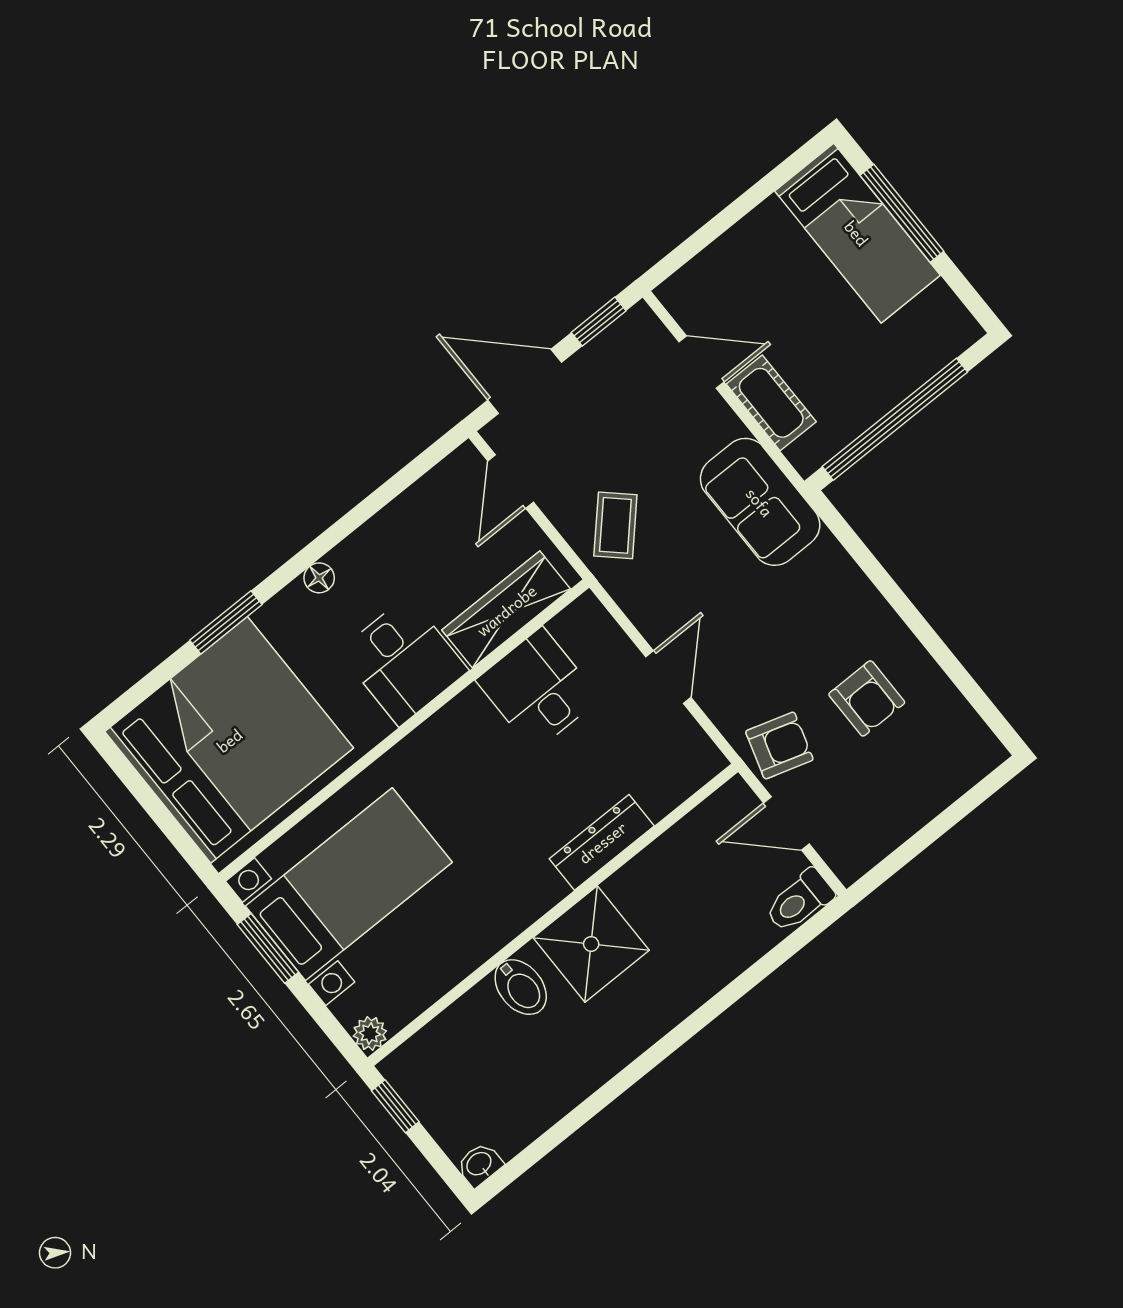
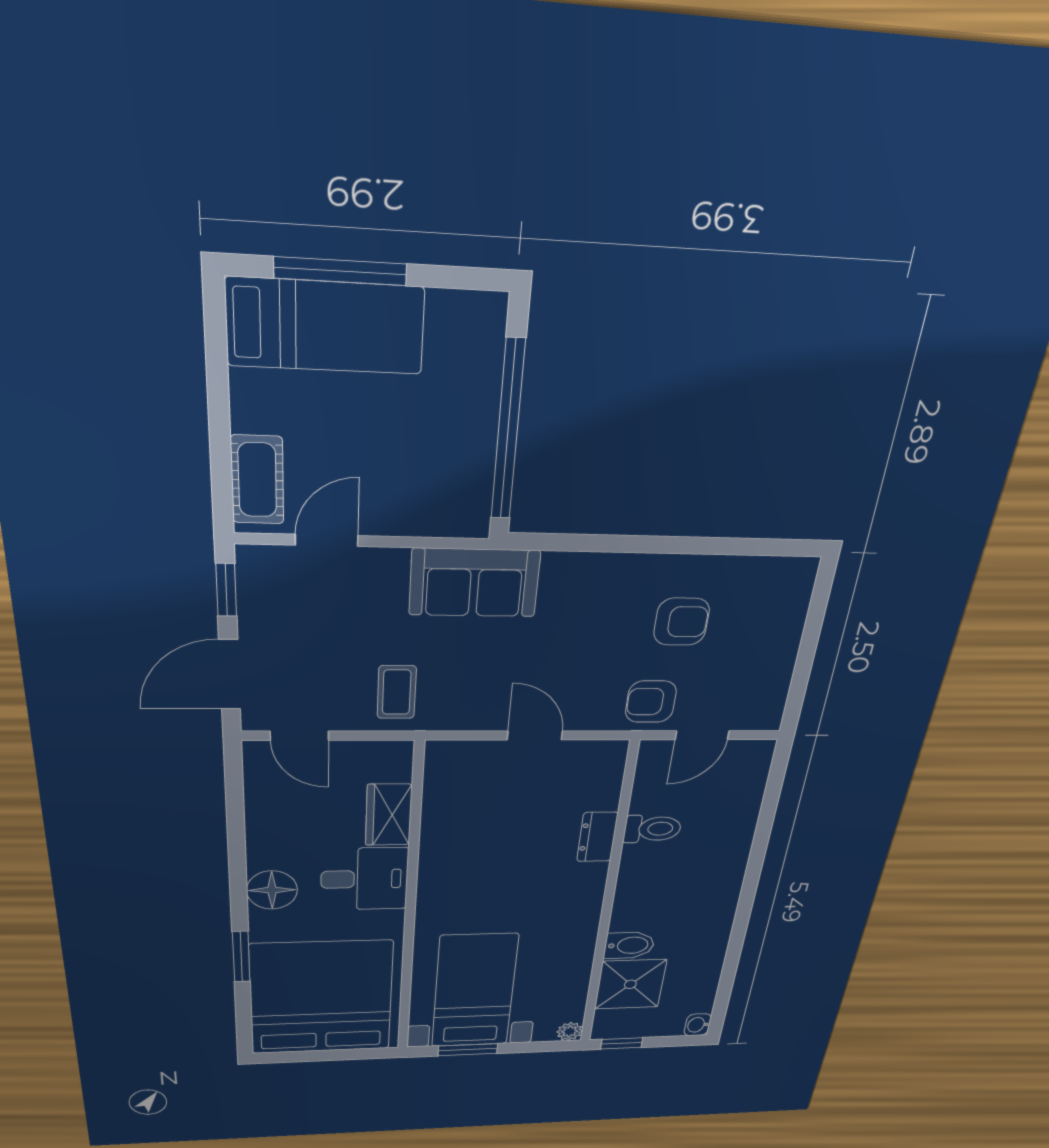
cot: (771, 403) -> (257, 480), moved, turned 90
coffee table: (615, 525) -> (397, 692), turned 47
floor lamp: (319, 578) -> (272, 890), width x1.89, depth x1.89
wardrobe: (506, 610) -> (389, 815), width x0.67
desk: (538, 689) -> (462, 817), removed
armchair: (779, 746) -> (651, 702), turned -107
dresser: (602, 842) -> (597, 837), width x0.70
toilet: (799, 901) -> (652, 829), moved, turned -90
shower: (591, 944) -> (630, 984), moved

